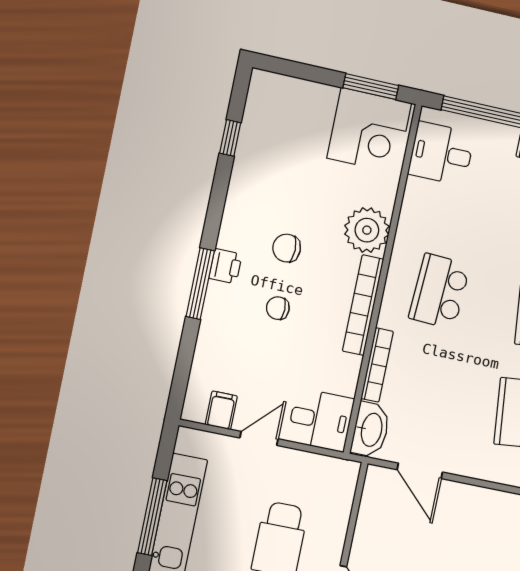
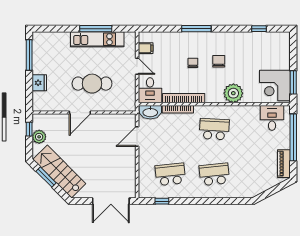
printer: (225, 266) -> (206, 38), removed
bookcase: (363, 305) -> (184, 98), moved

